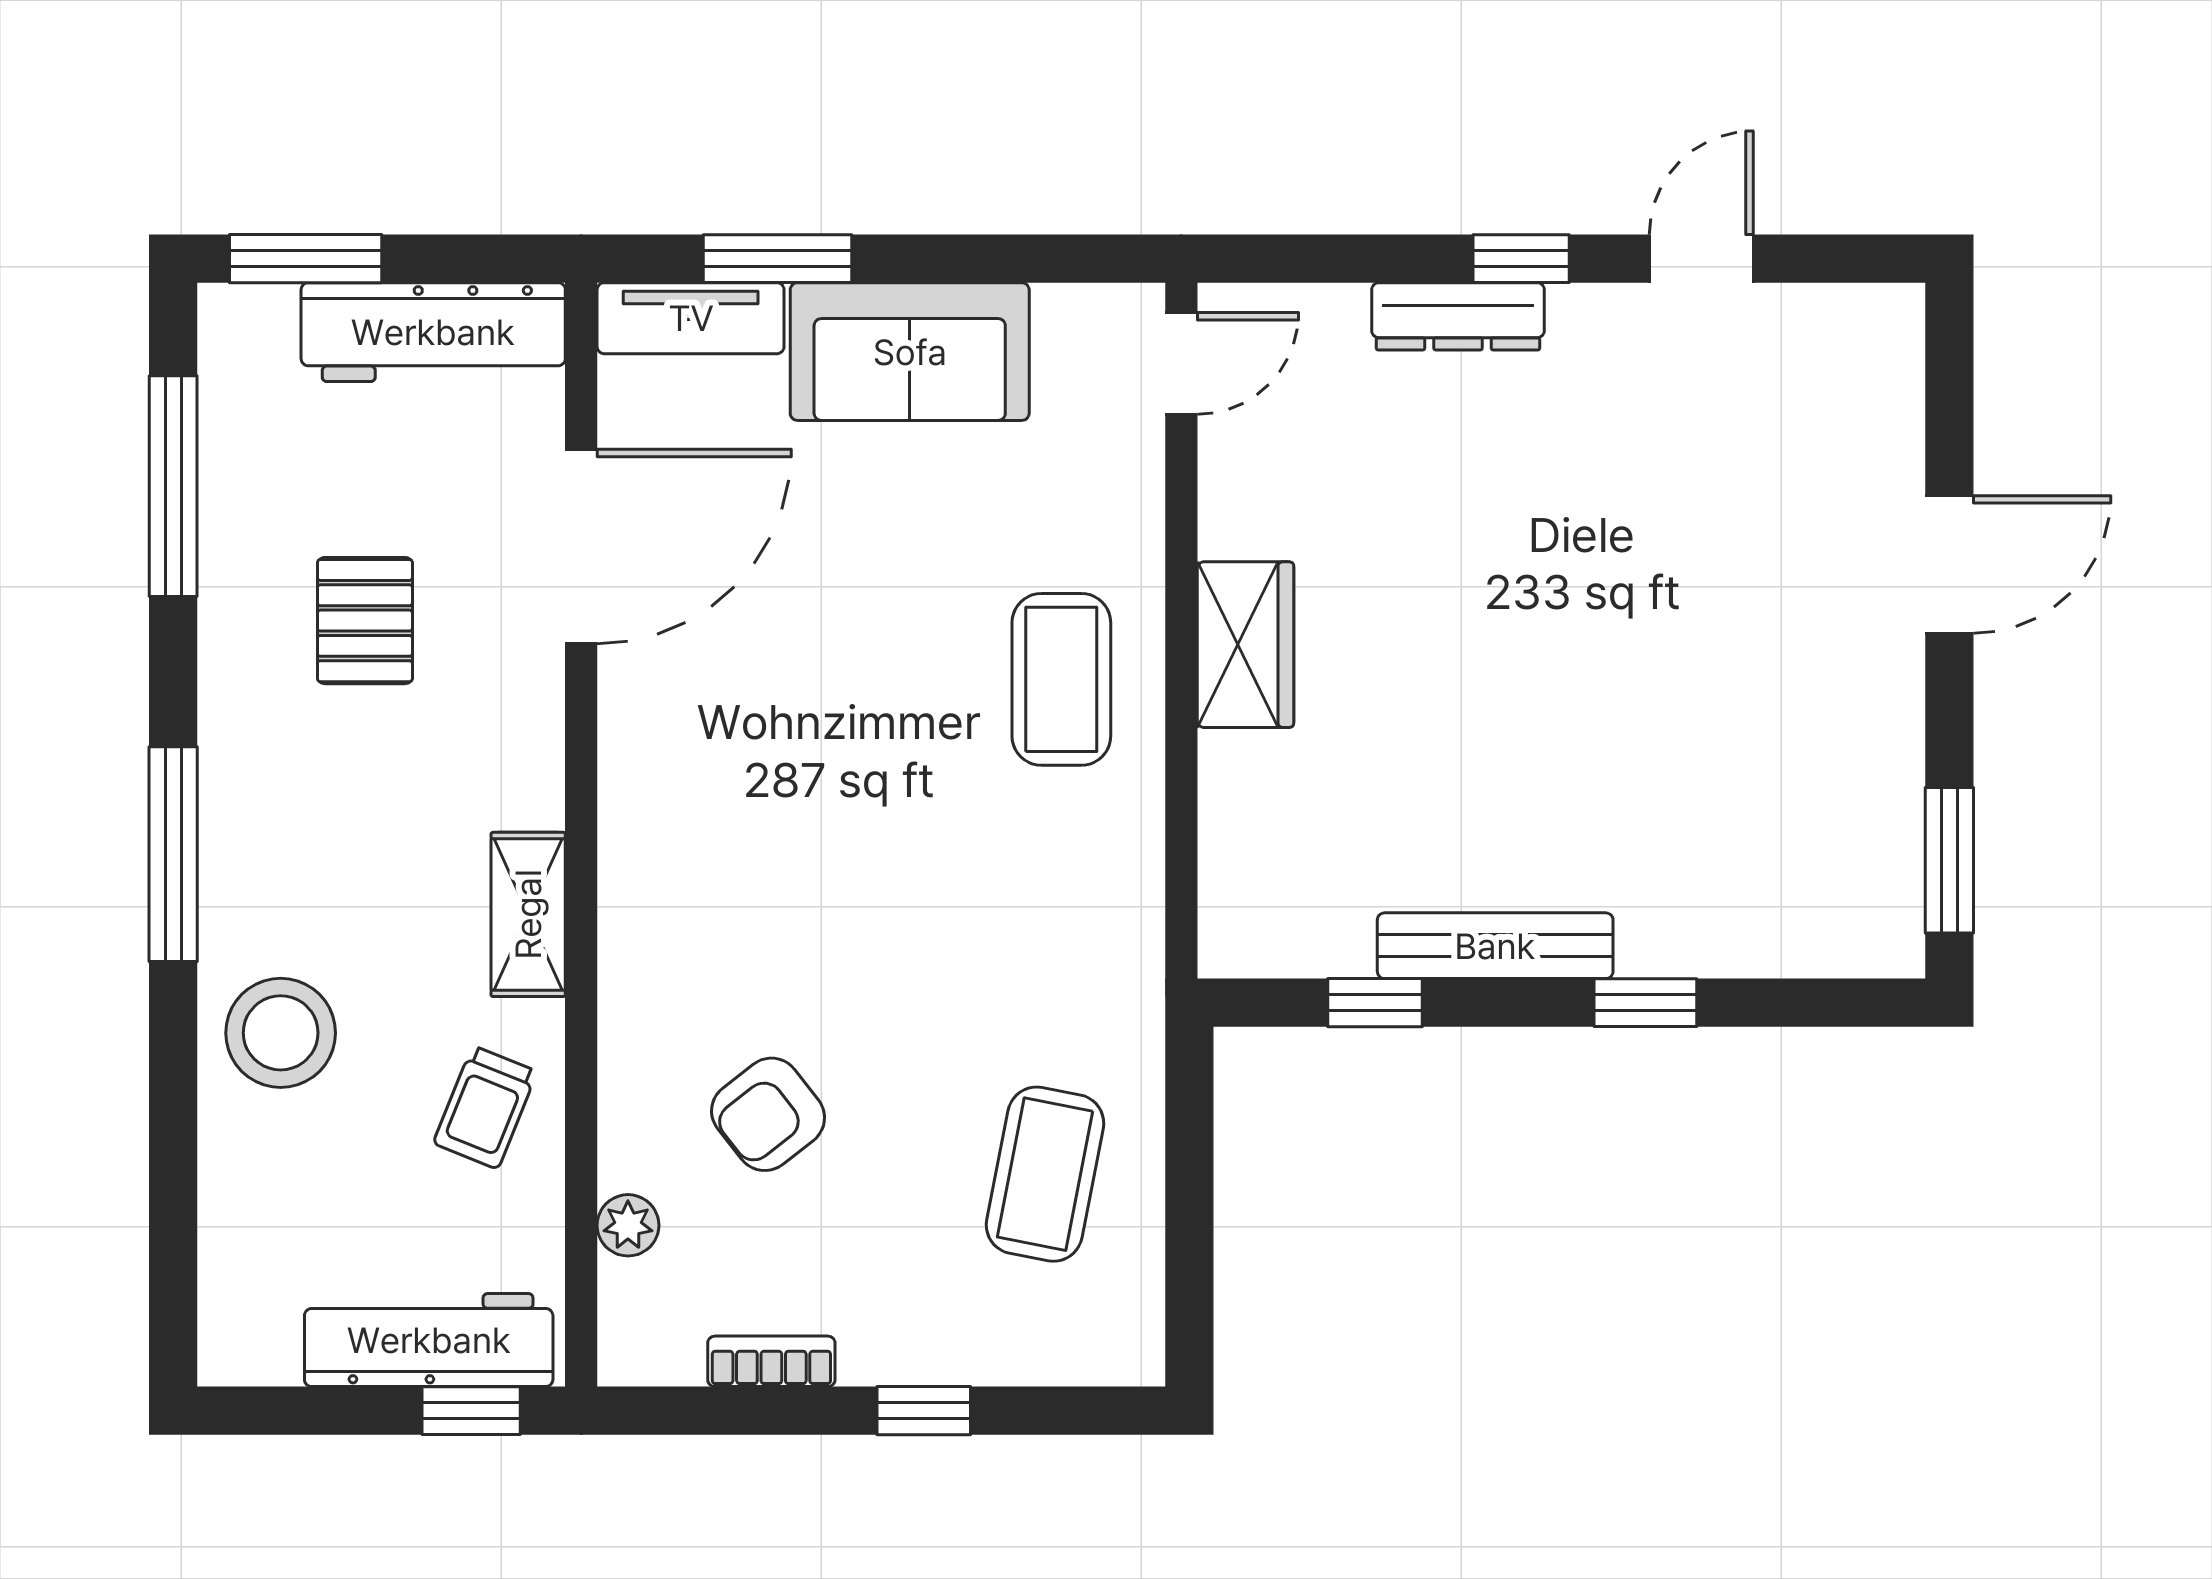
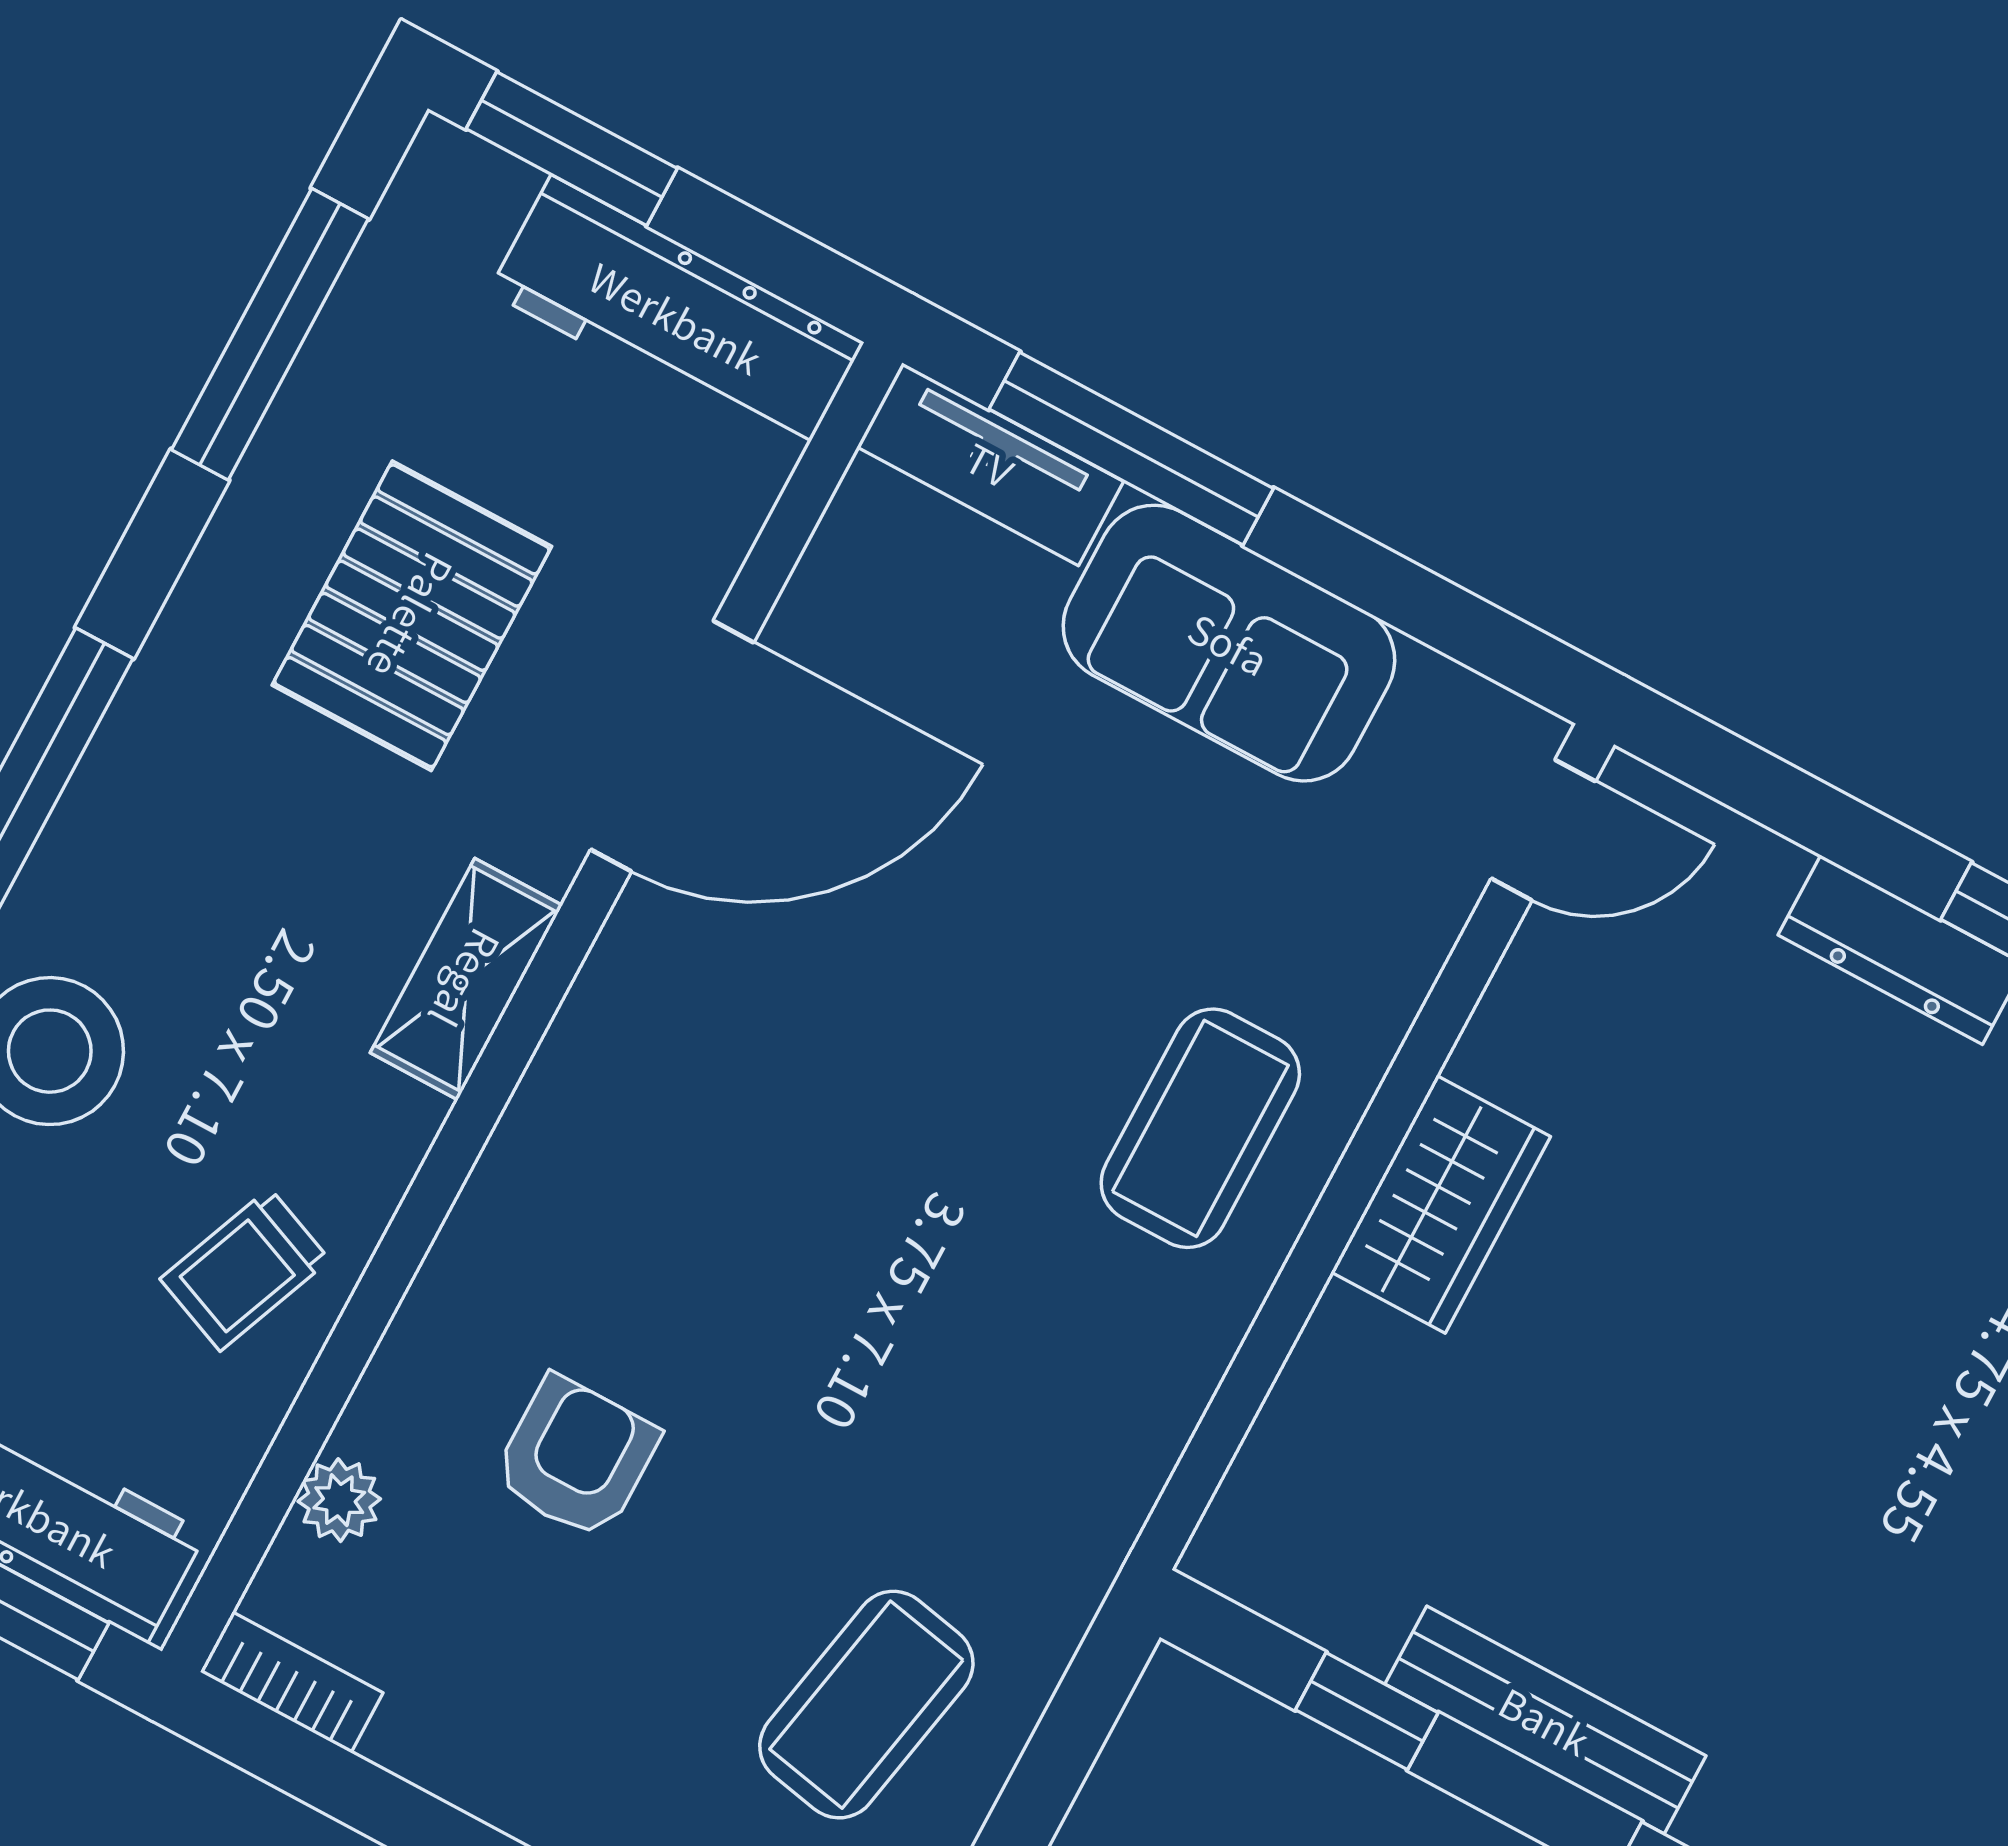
window: (777, 259) -> (1131, 449), width x1.44
door: (581, 546) -> (672, 746), moved
pallet: (365, 621) -> (412, 616), width x1.50, depth x1.42
shelving: (528, 914) -> (466, 979), moved
armchair: (768, 1114) -> (576, 1458), turned 128
bookcase: (771, 1361) -> (292, 1682), moved

